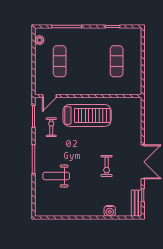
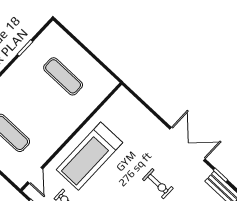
treadmill: (87, 115) -> (89, 156), turned 180

